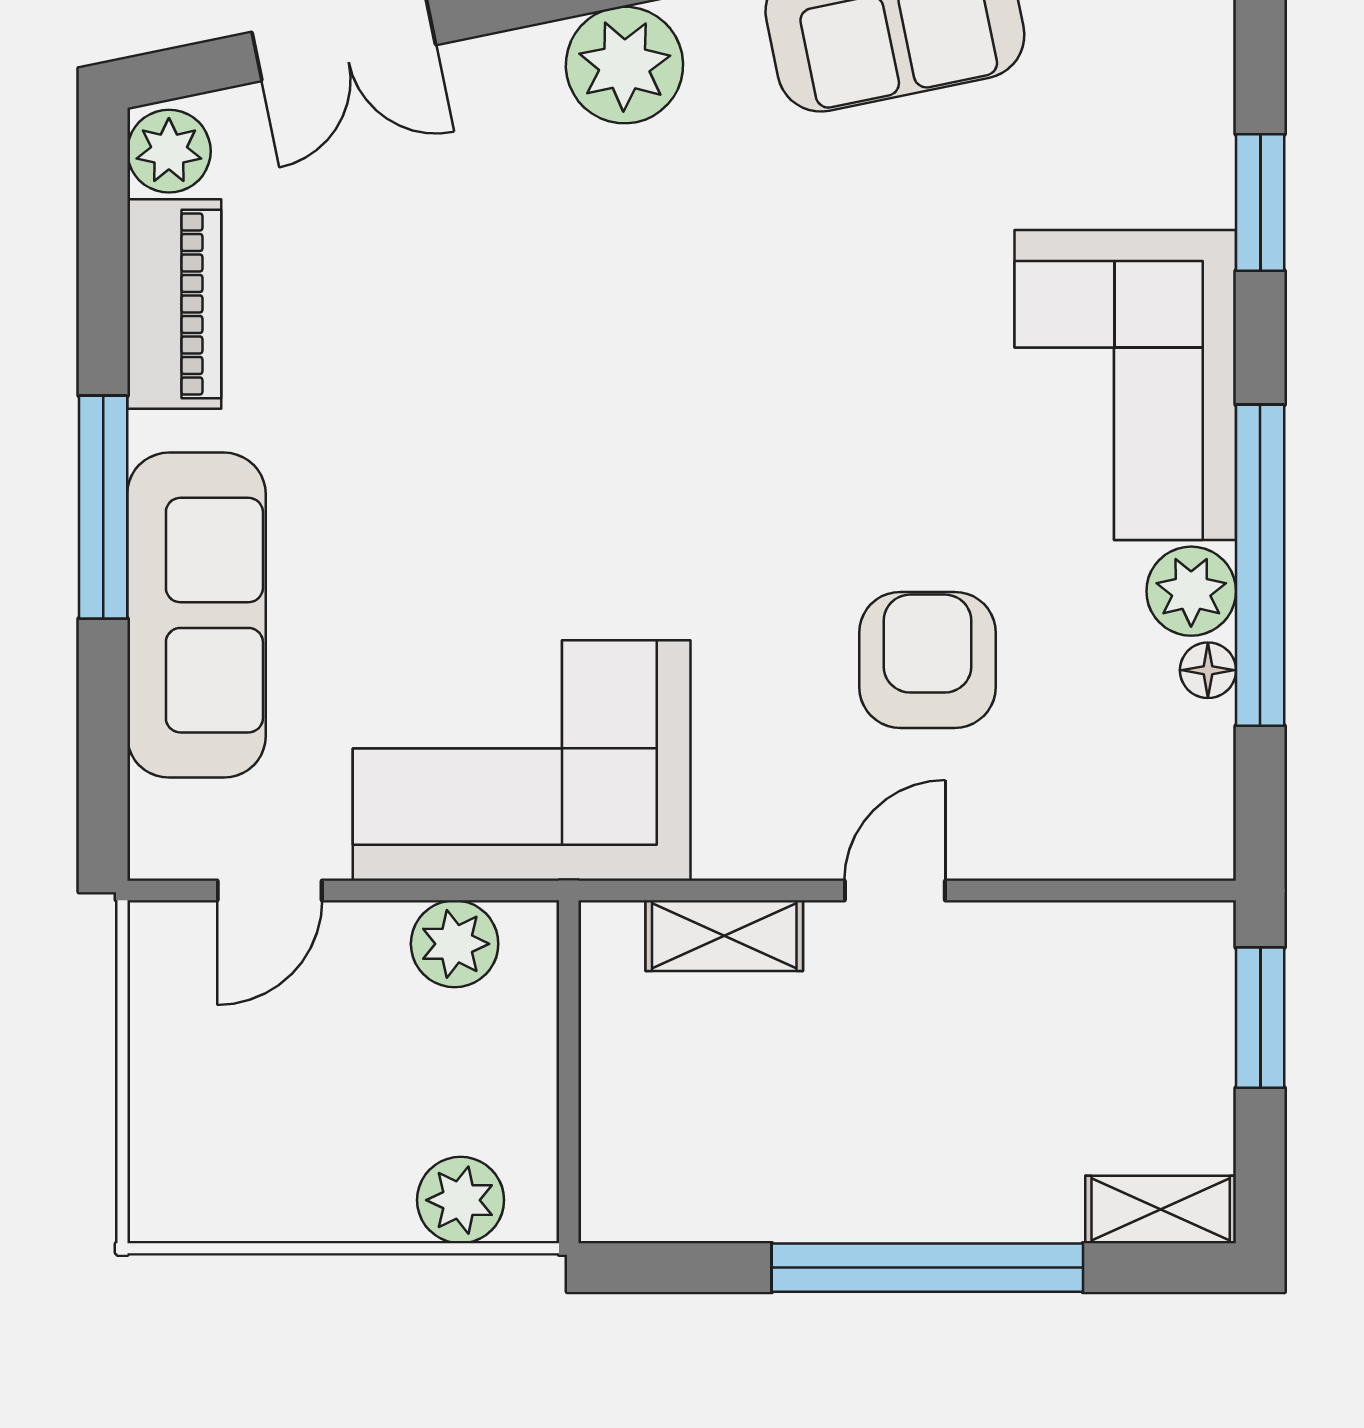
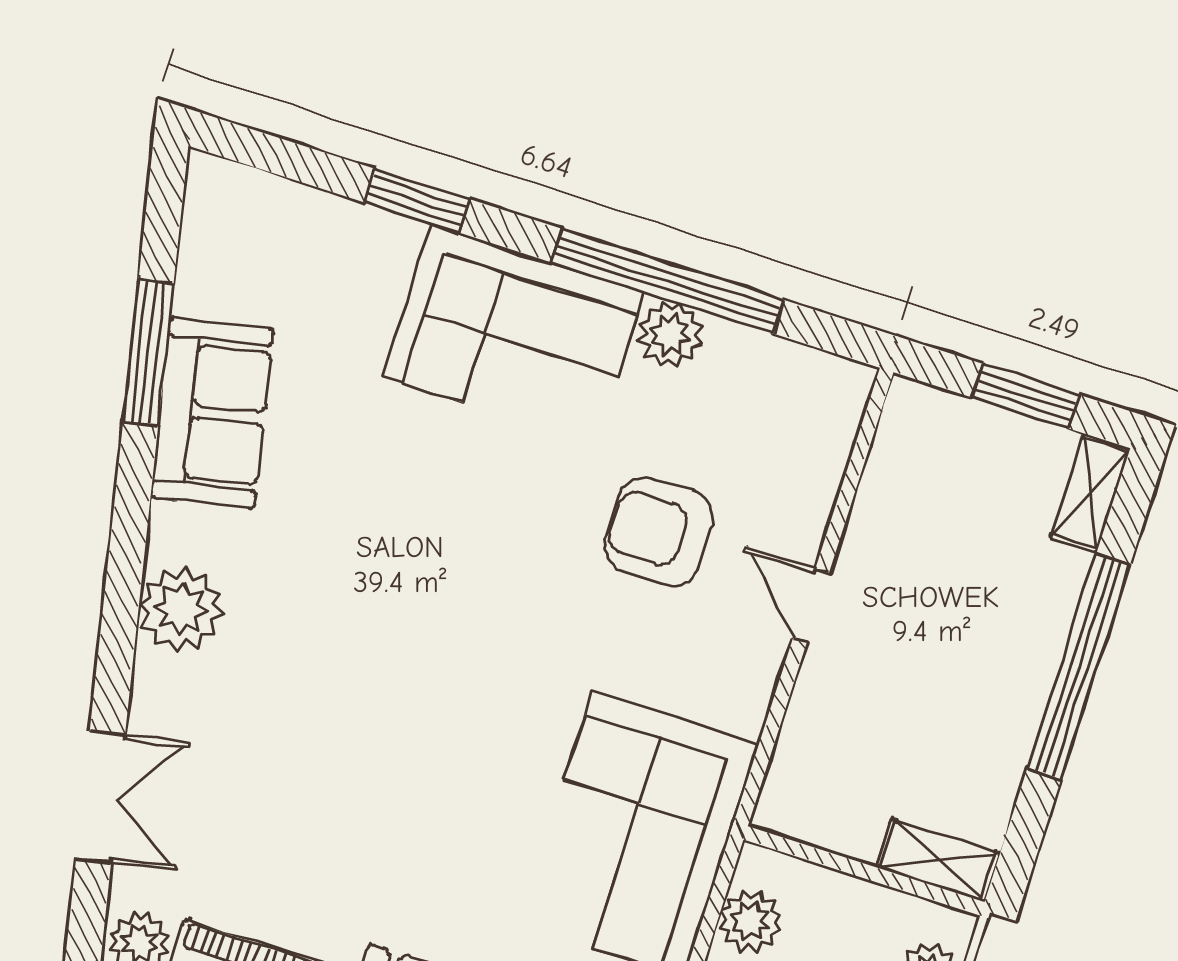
floor lamp: (1208, 670) -> (728, 340), removed
shelving: (724, 936) -> (938, 860), moved, turned 90
window: (1260, 1018) -> (1026, 396), moved

